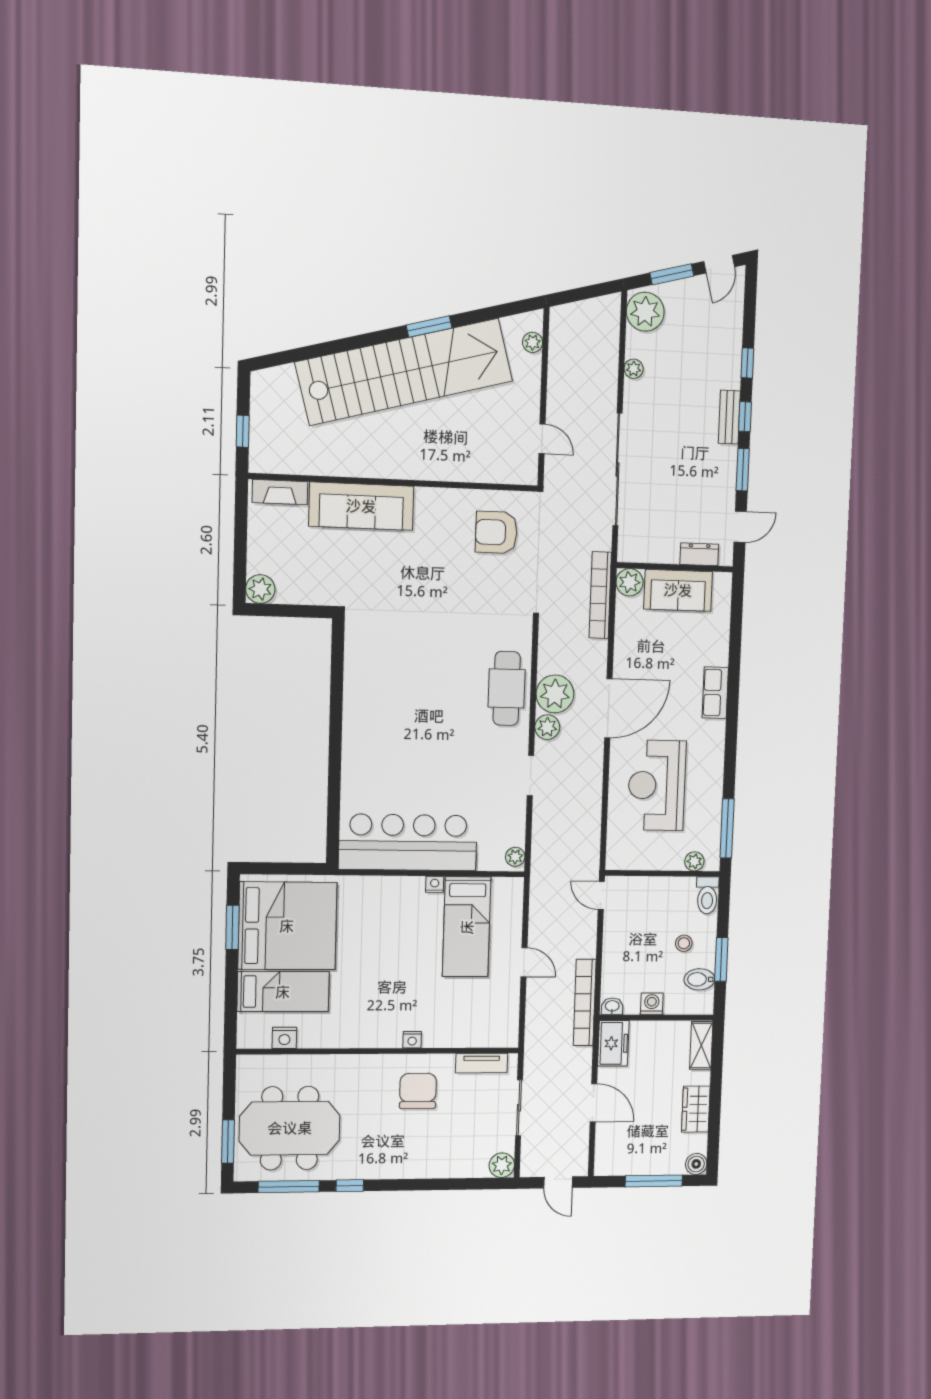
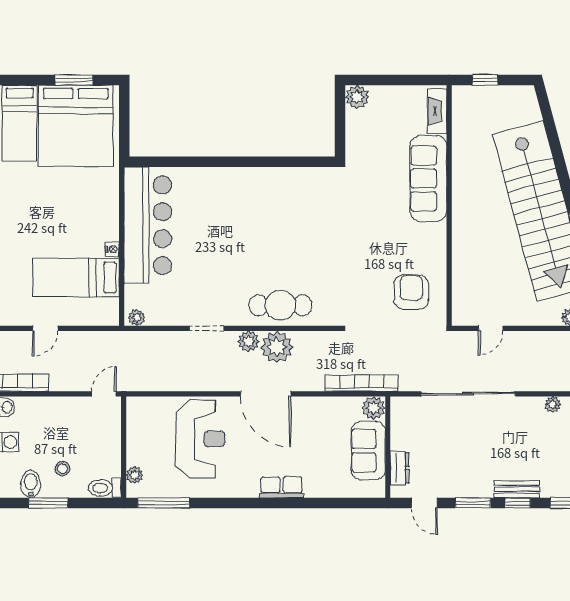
reception desk: (657, 785) -> (200, 439), turned 90

